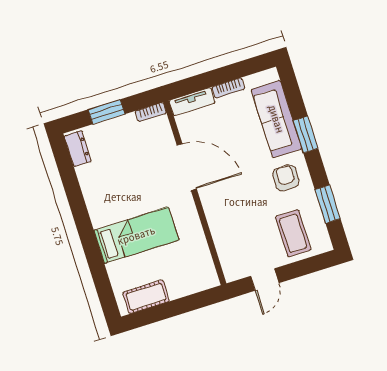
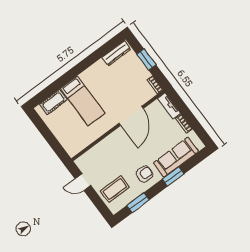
dresser: (78, 149) -> (116, 53), width x1.44
cot: (146, 297) -> (53, 102), moved, turned 90

